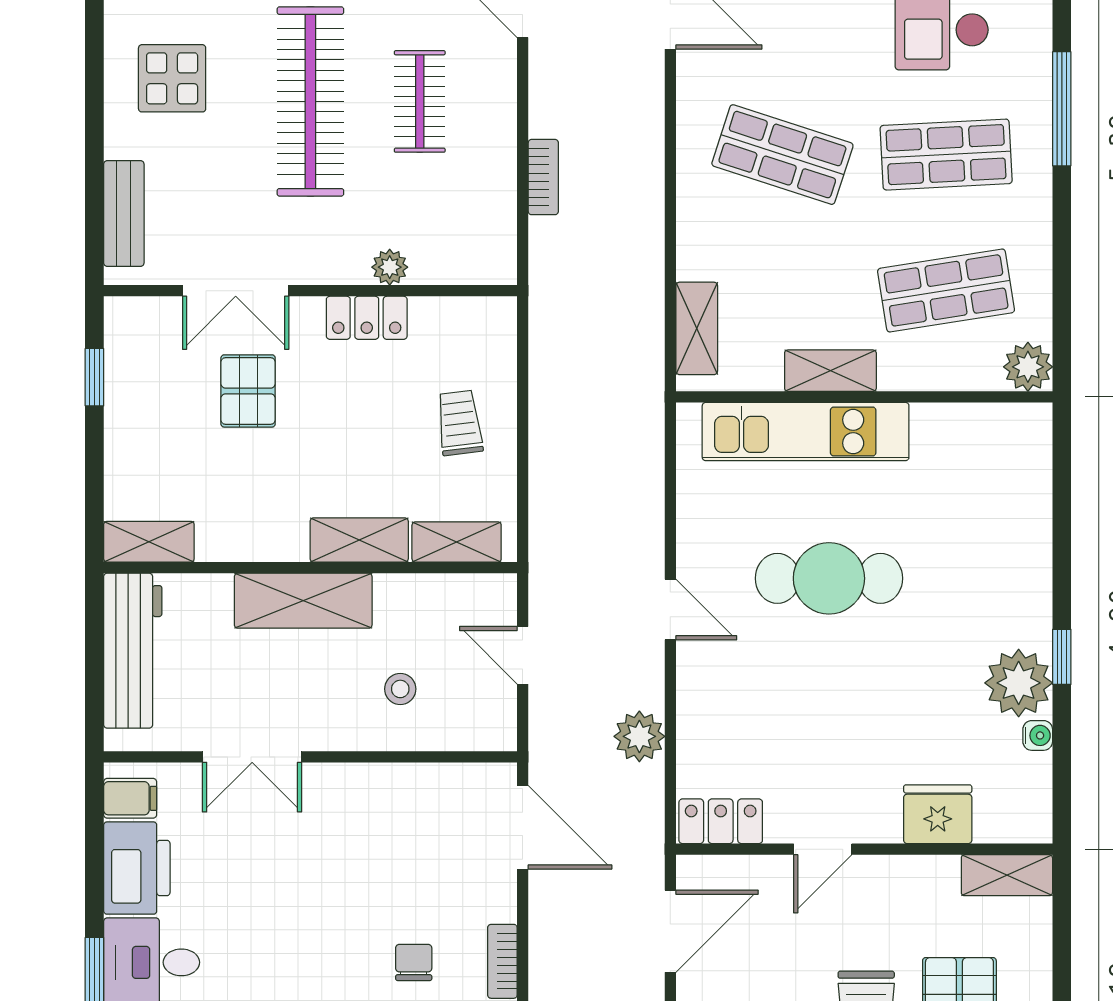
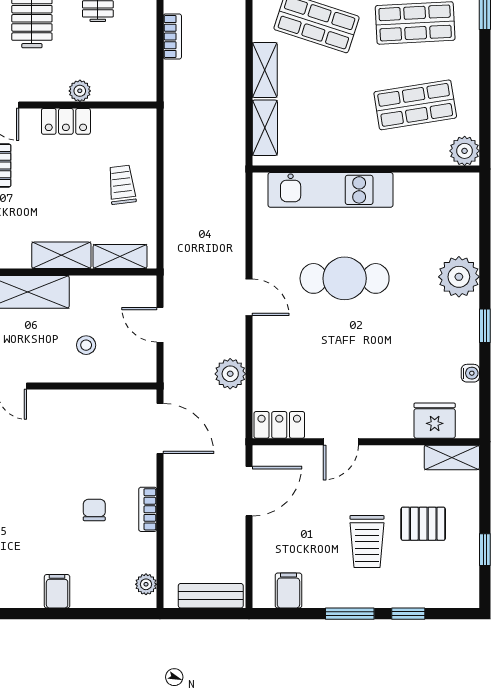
shelving: (830, 371) -> (265, 70), moved, turned 90
plant: (1019, 683) -> (459, 277), moved
fridge: (938, 814) -> (435, 421), moved

